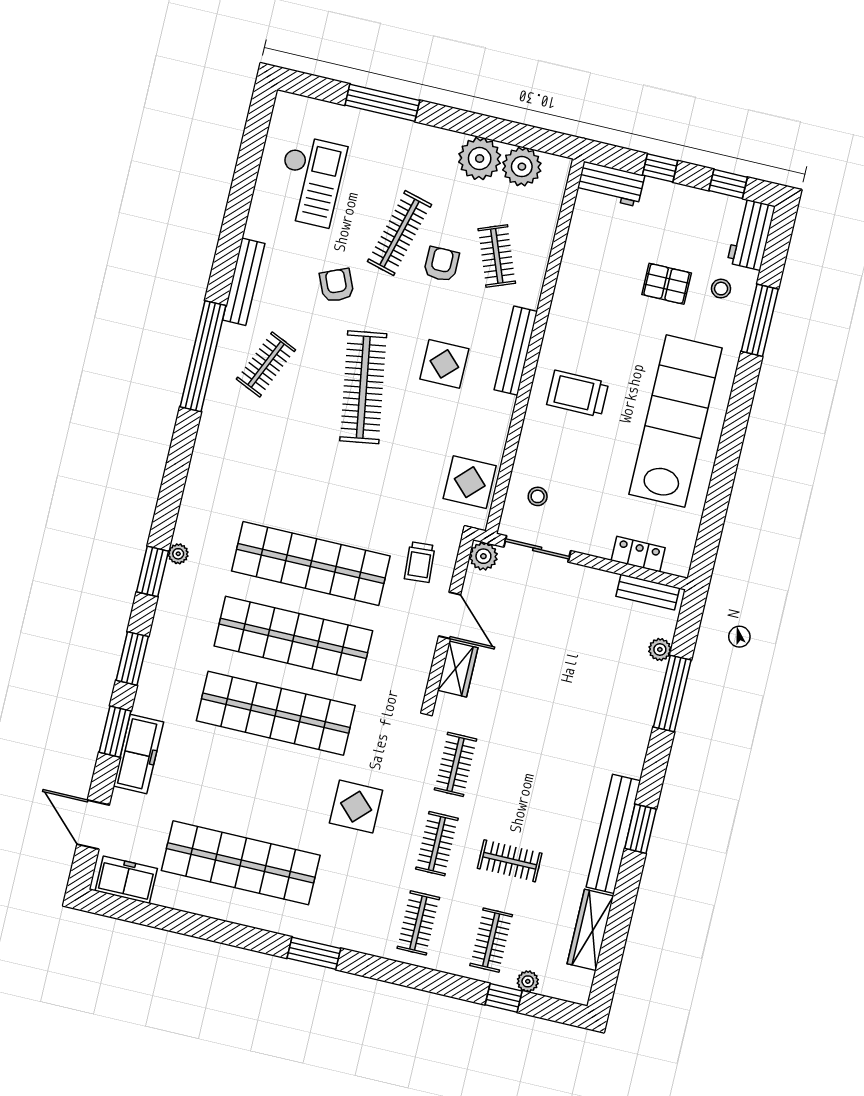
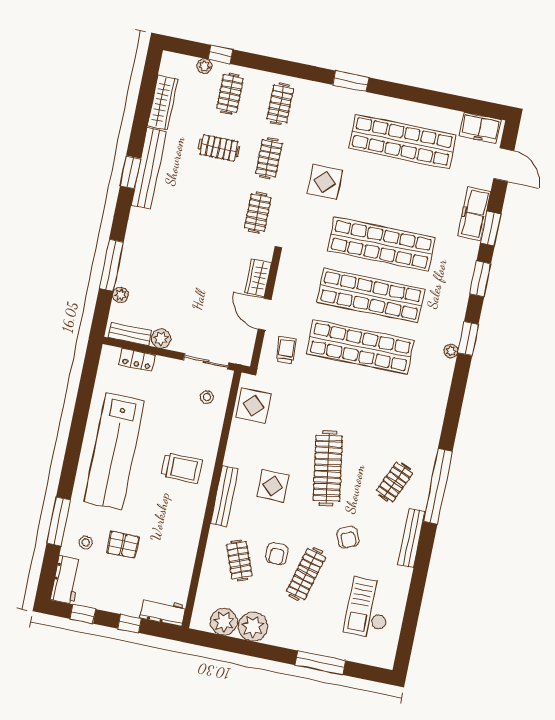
plant: (483, 556) -> (161, 339), moved

